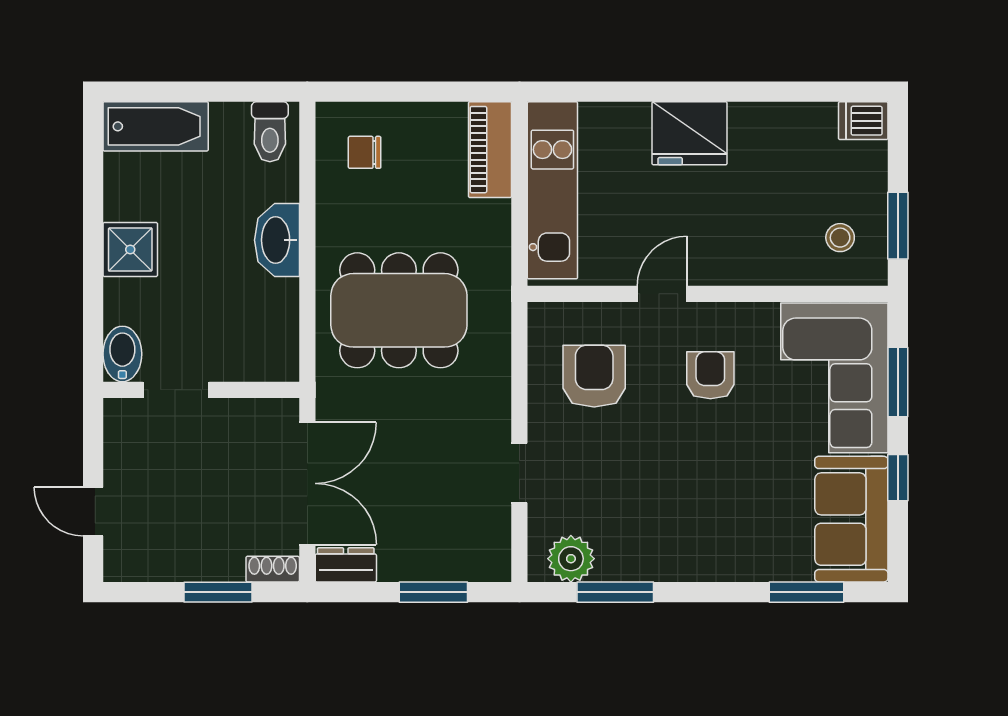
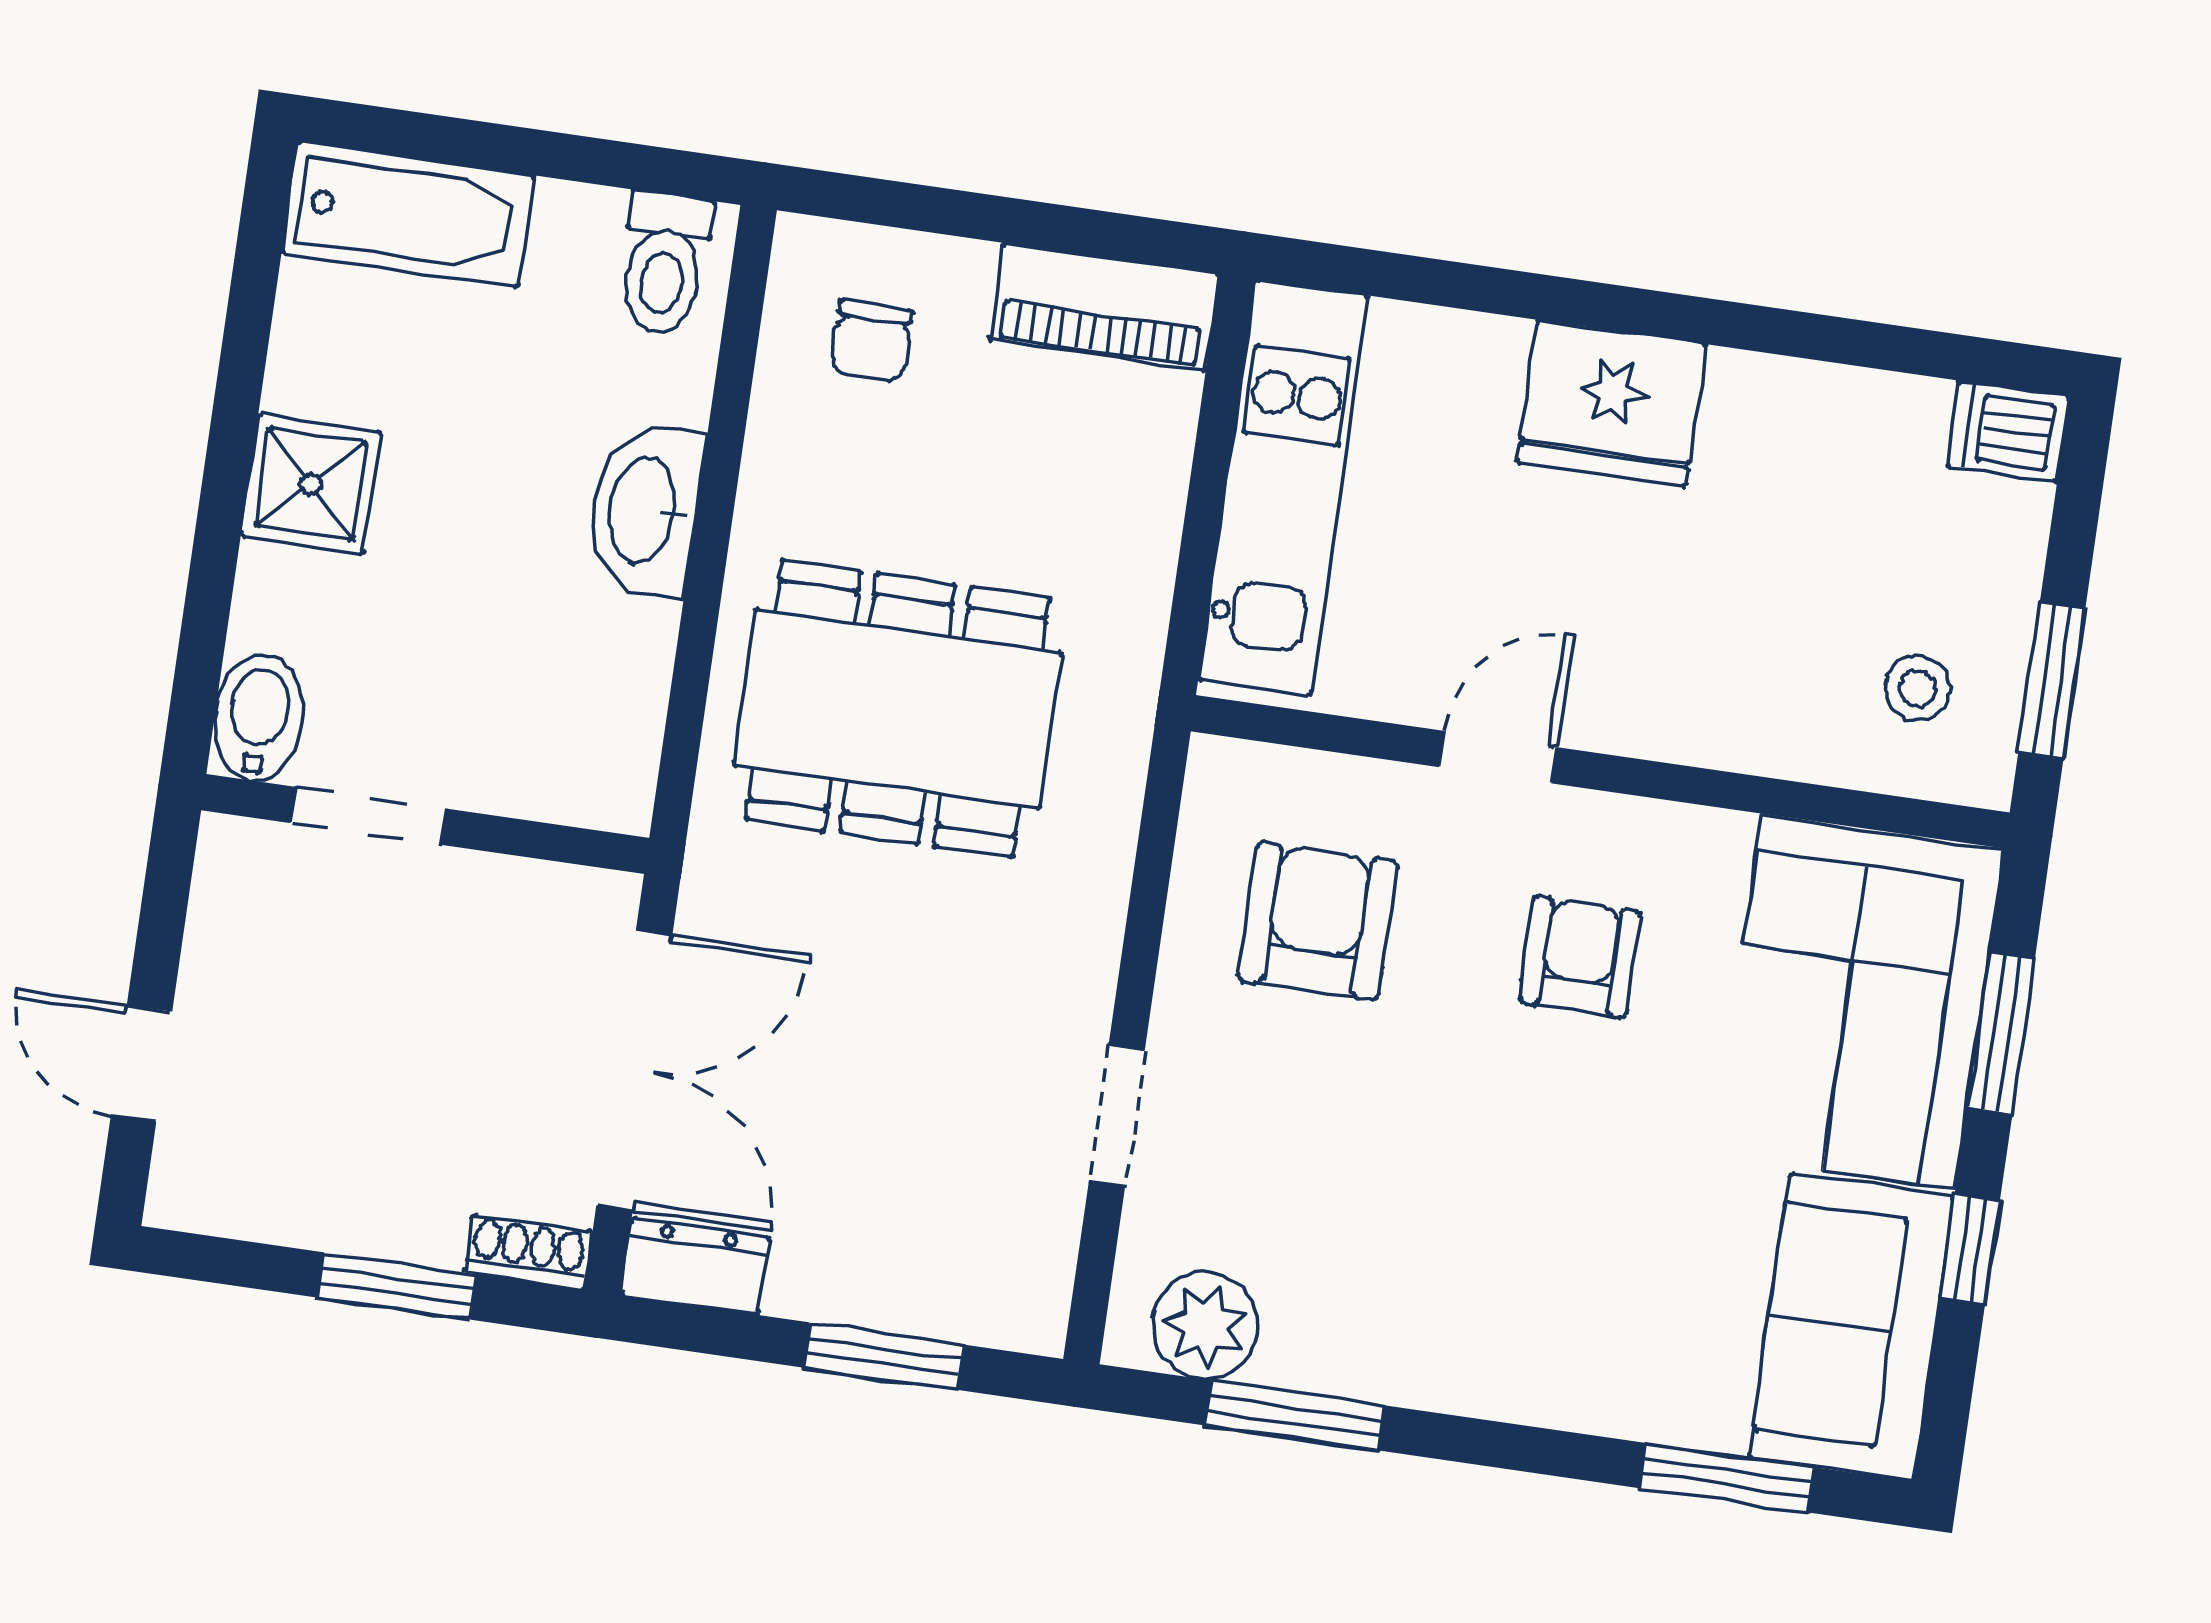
piano: (490, 150) -> (1104, 307), moved, turned -90
chair: (365, 152) -> (872, 341), turned -90

